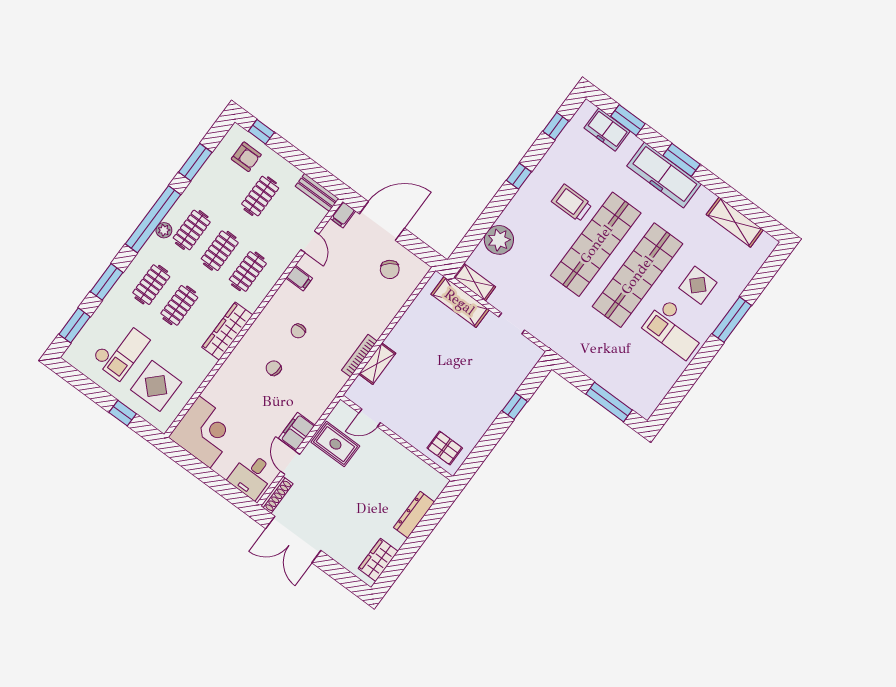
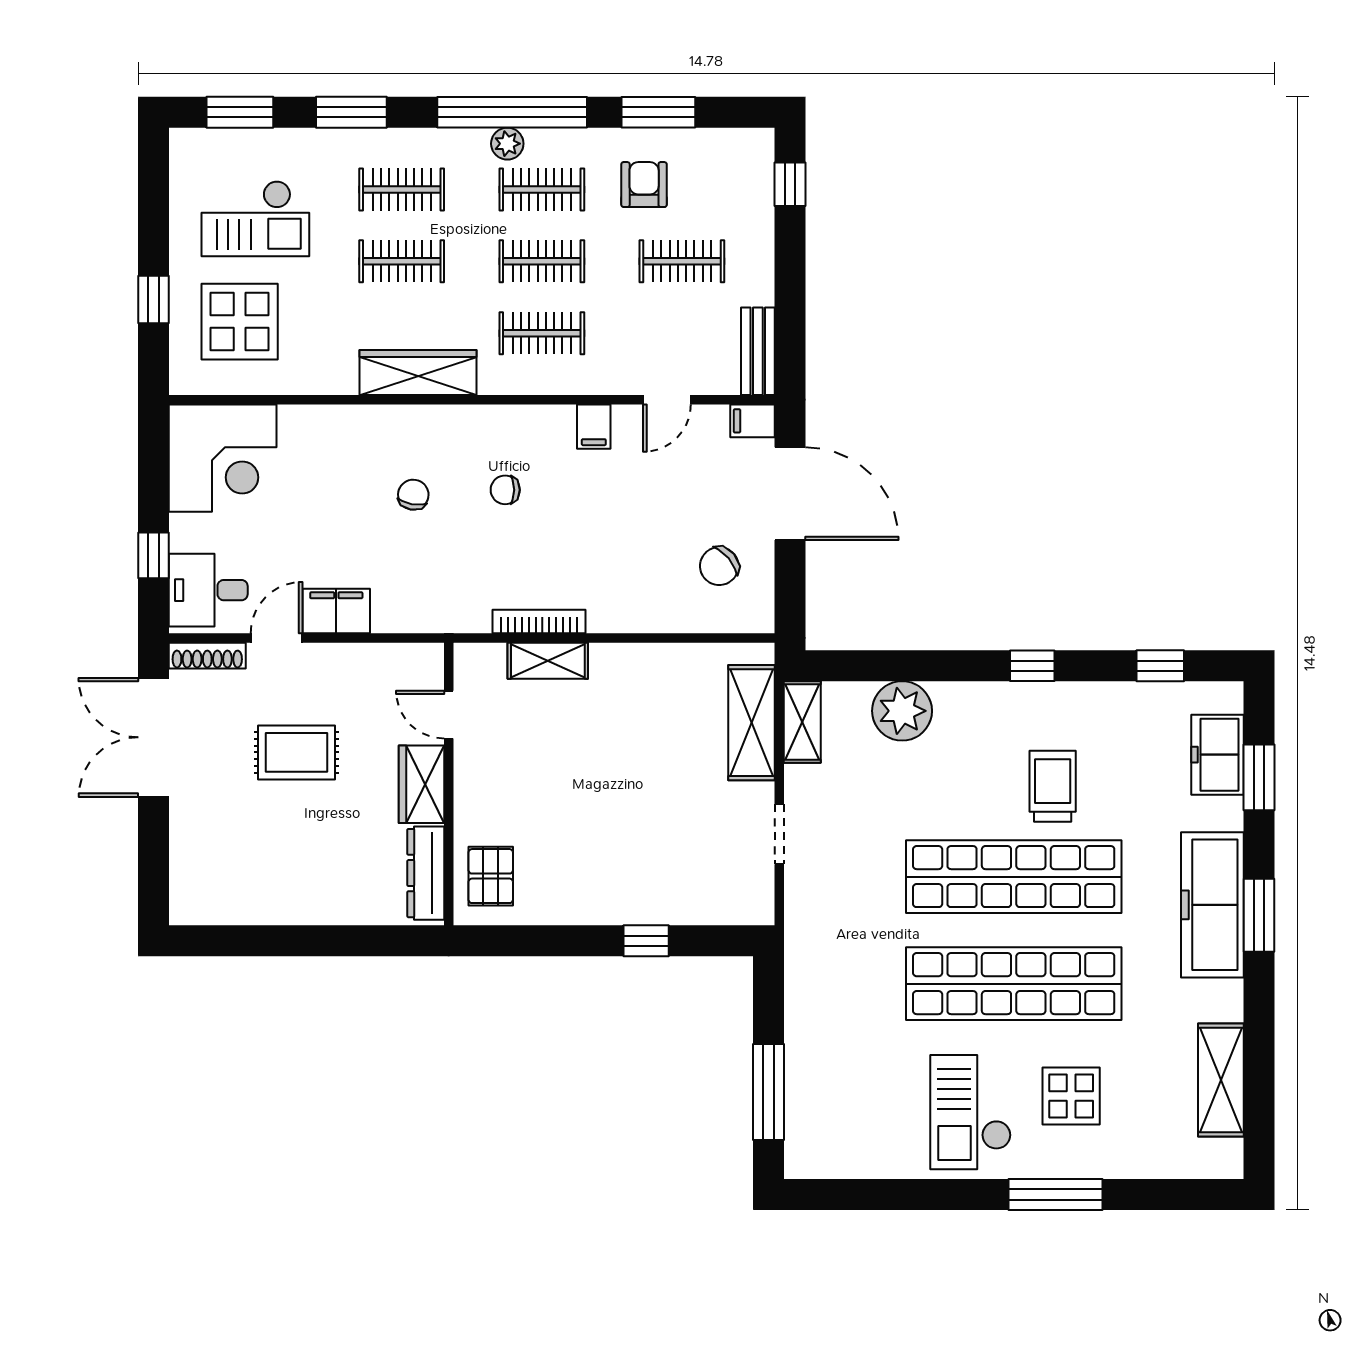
armchair: (246, 157) -> (644, 185), moved, turned 180
rug: (335, 444) -> (297, 752), moved, turned 90
window: (222, 487) -> (153, 555), added
dresser: (414, 515) -> (426, 873), moved, turned -90
wardrobe: (378, 560) -> (421, 784), moved, turned -90

